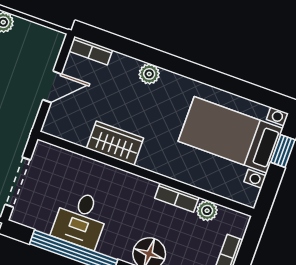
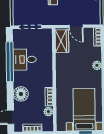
wardrobe: (115, 143) -> (62, 41), moved

